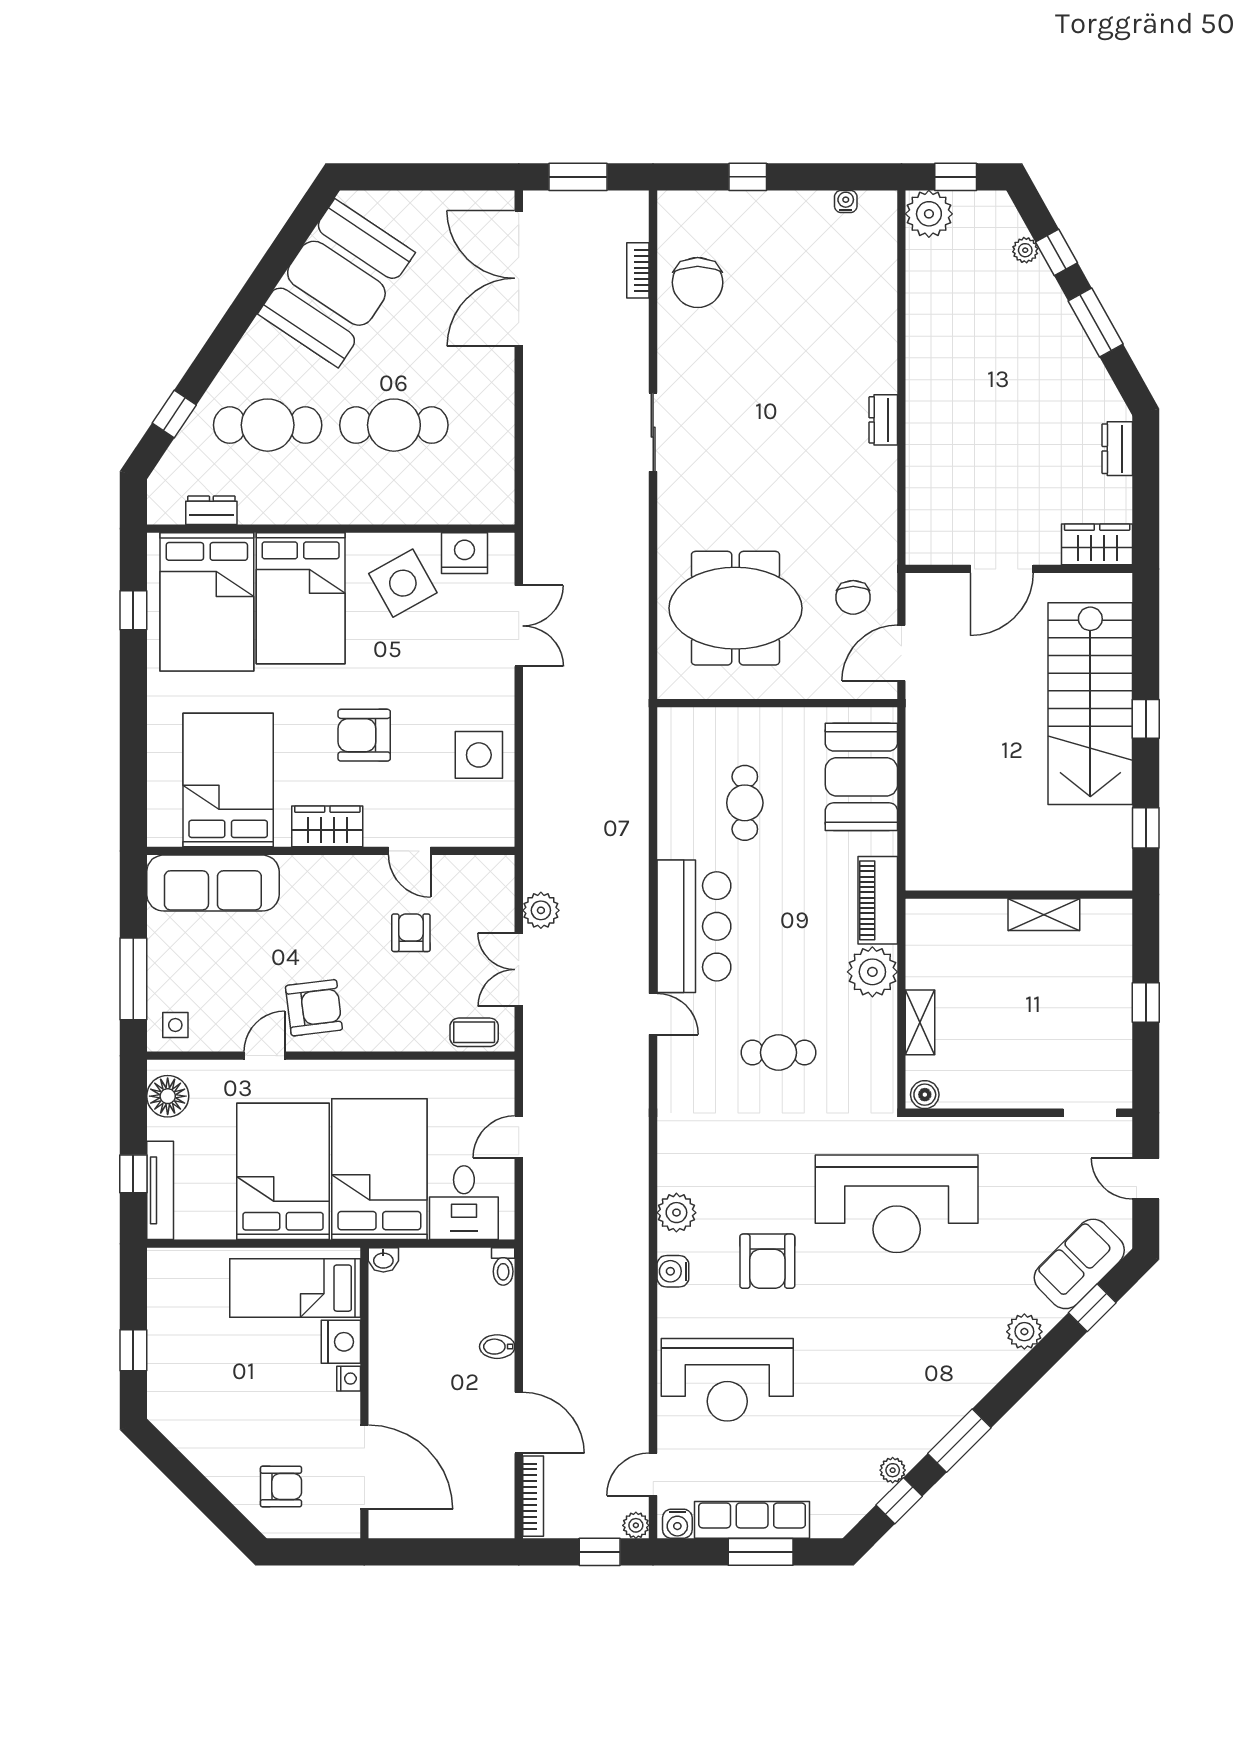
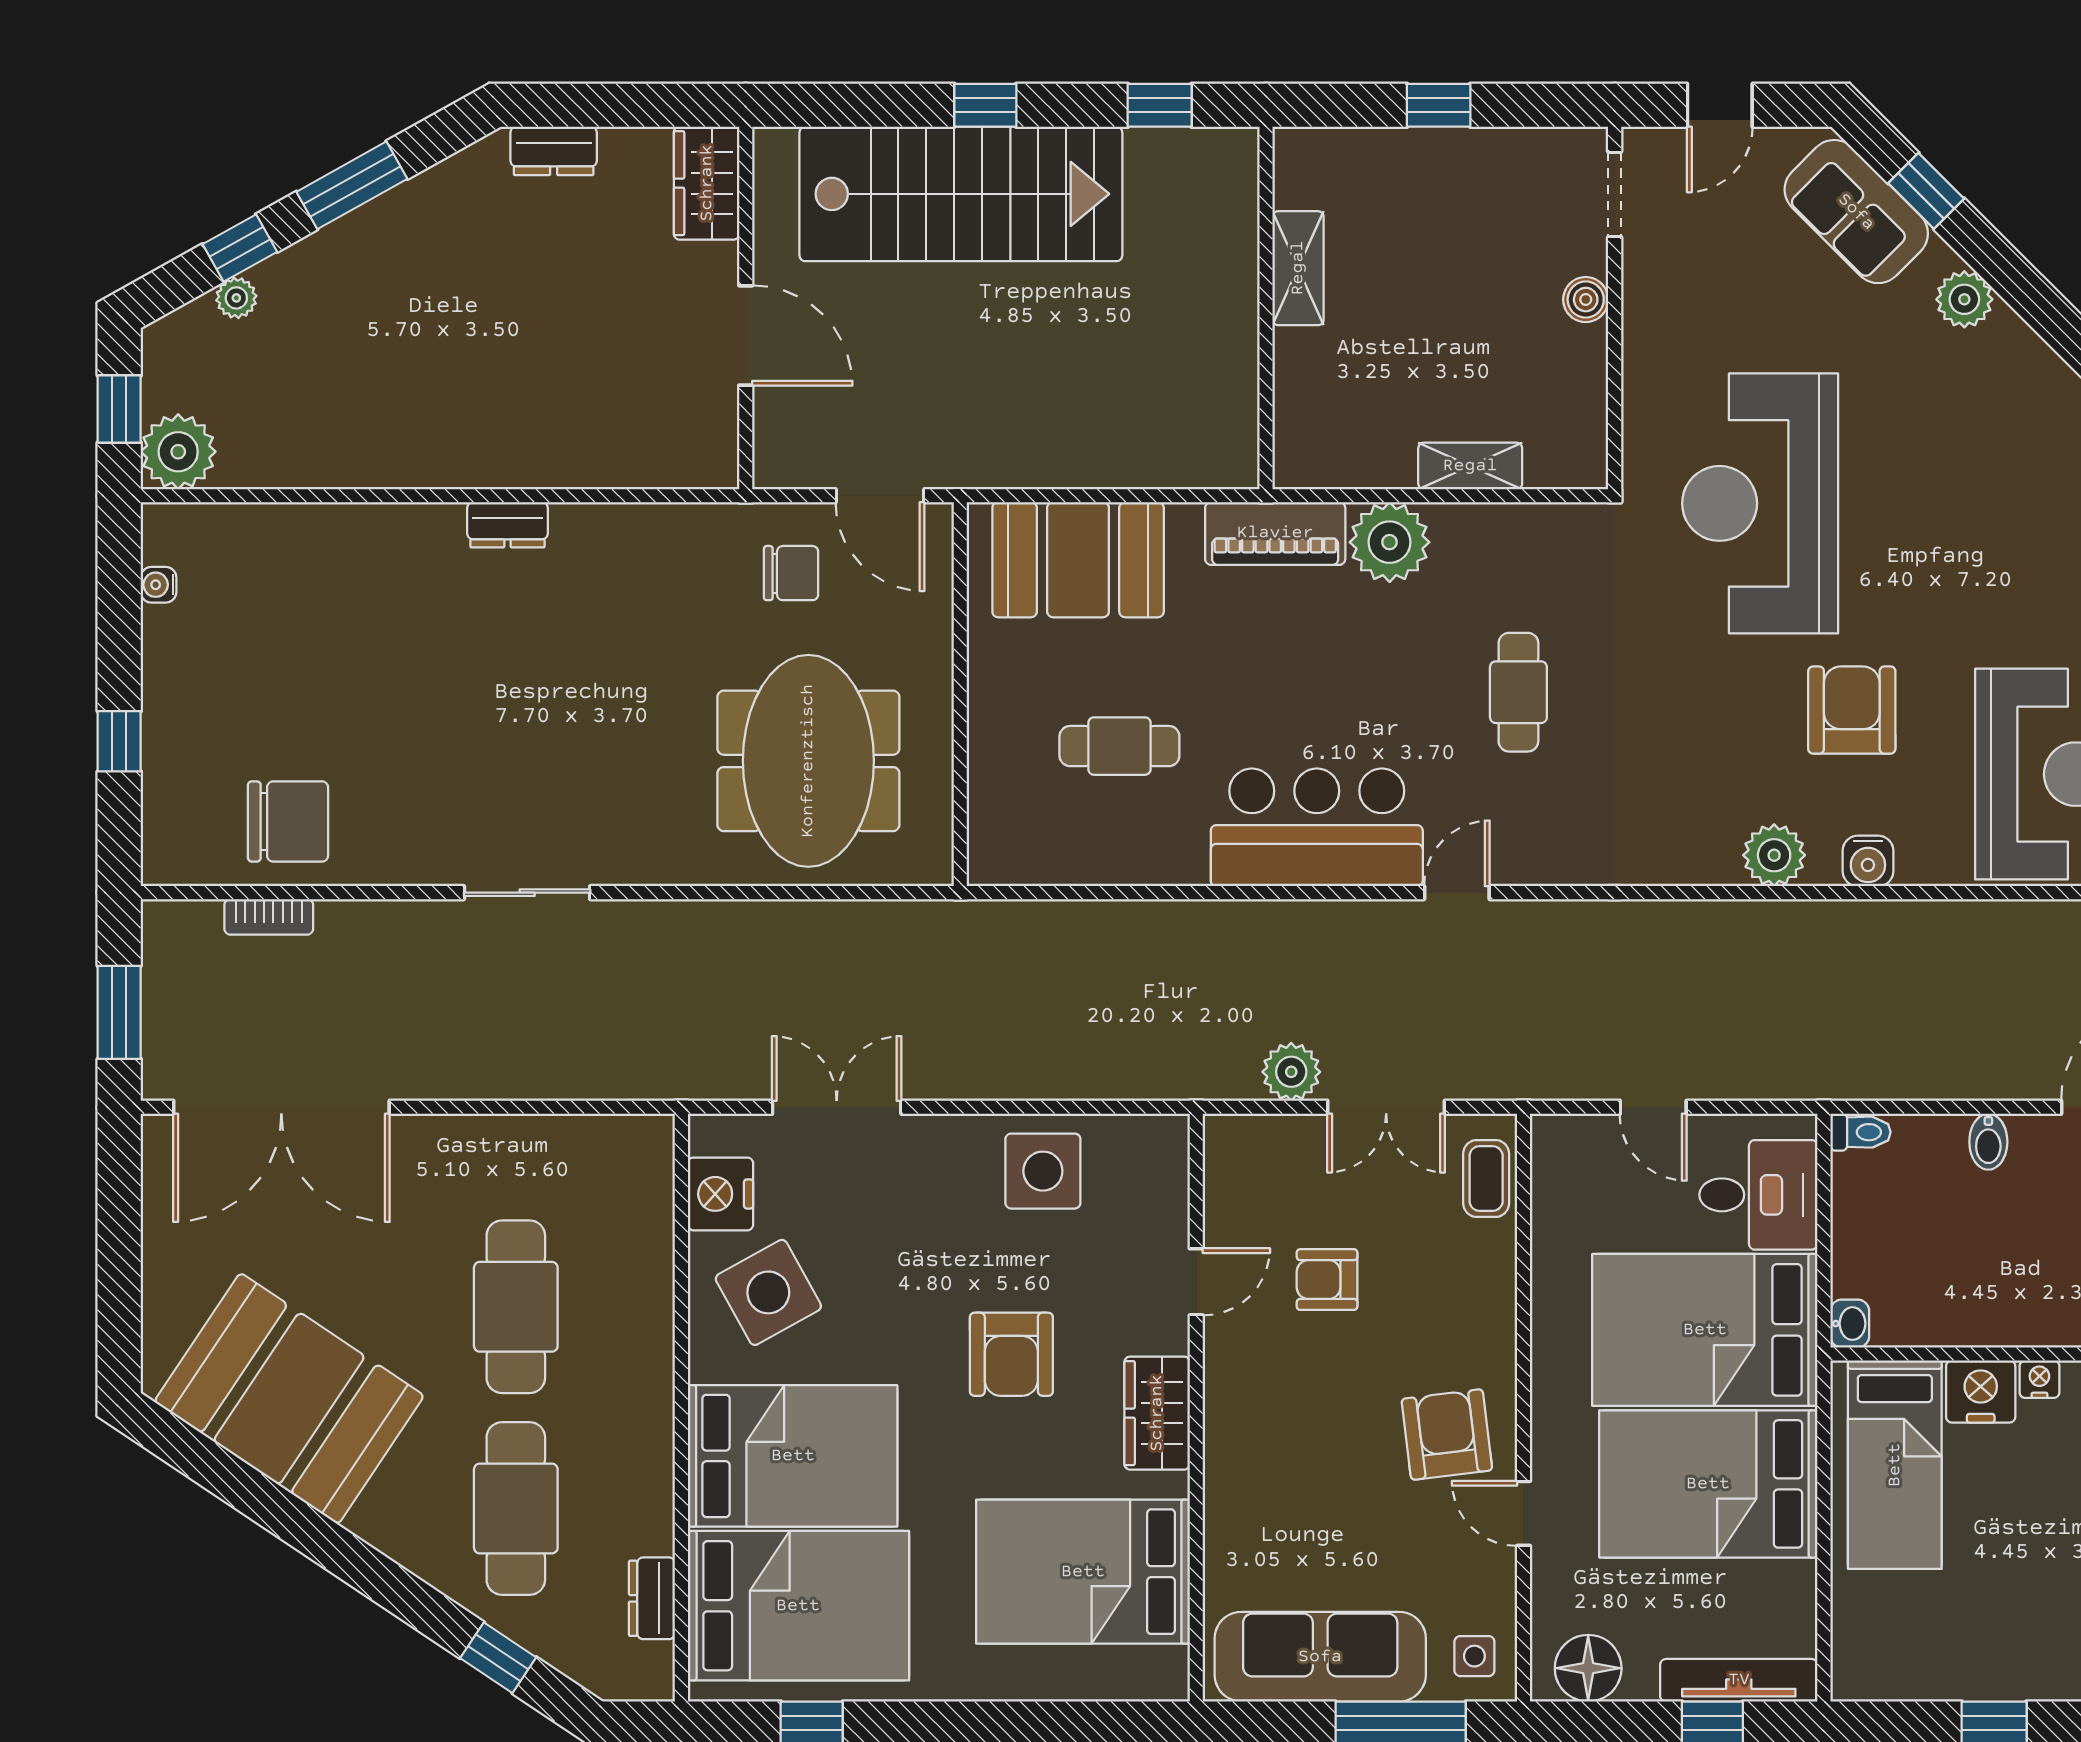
sofa: (213, 883) -> (1320, 1657), moved, turned -90
boiler: (925, 1095) -> (1586, 300), moved
reception desk: (897, 1204) -> (1760, 503), turned 180
armchair: (767, 1261) -> (1852, 710), turned -90

